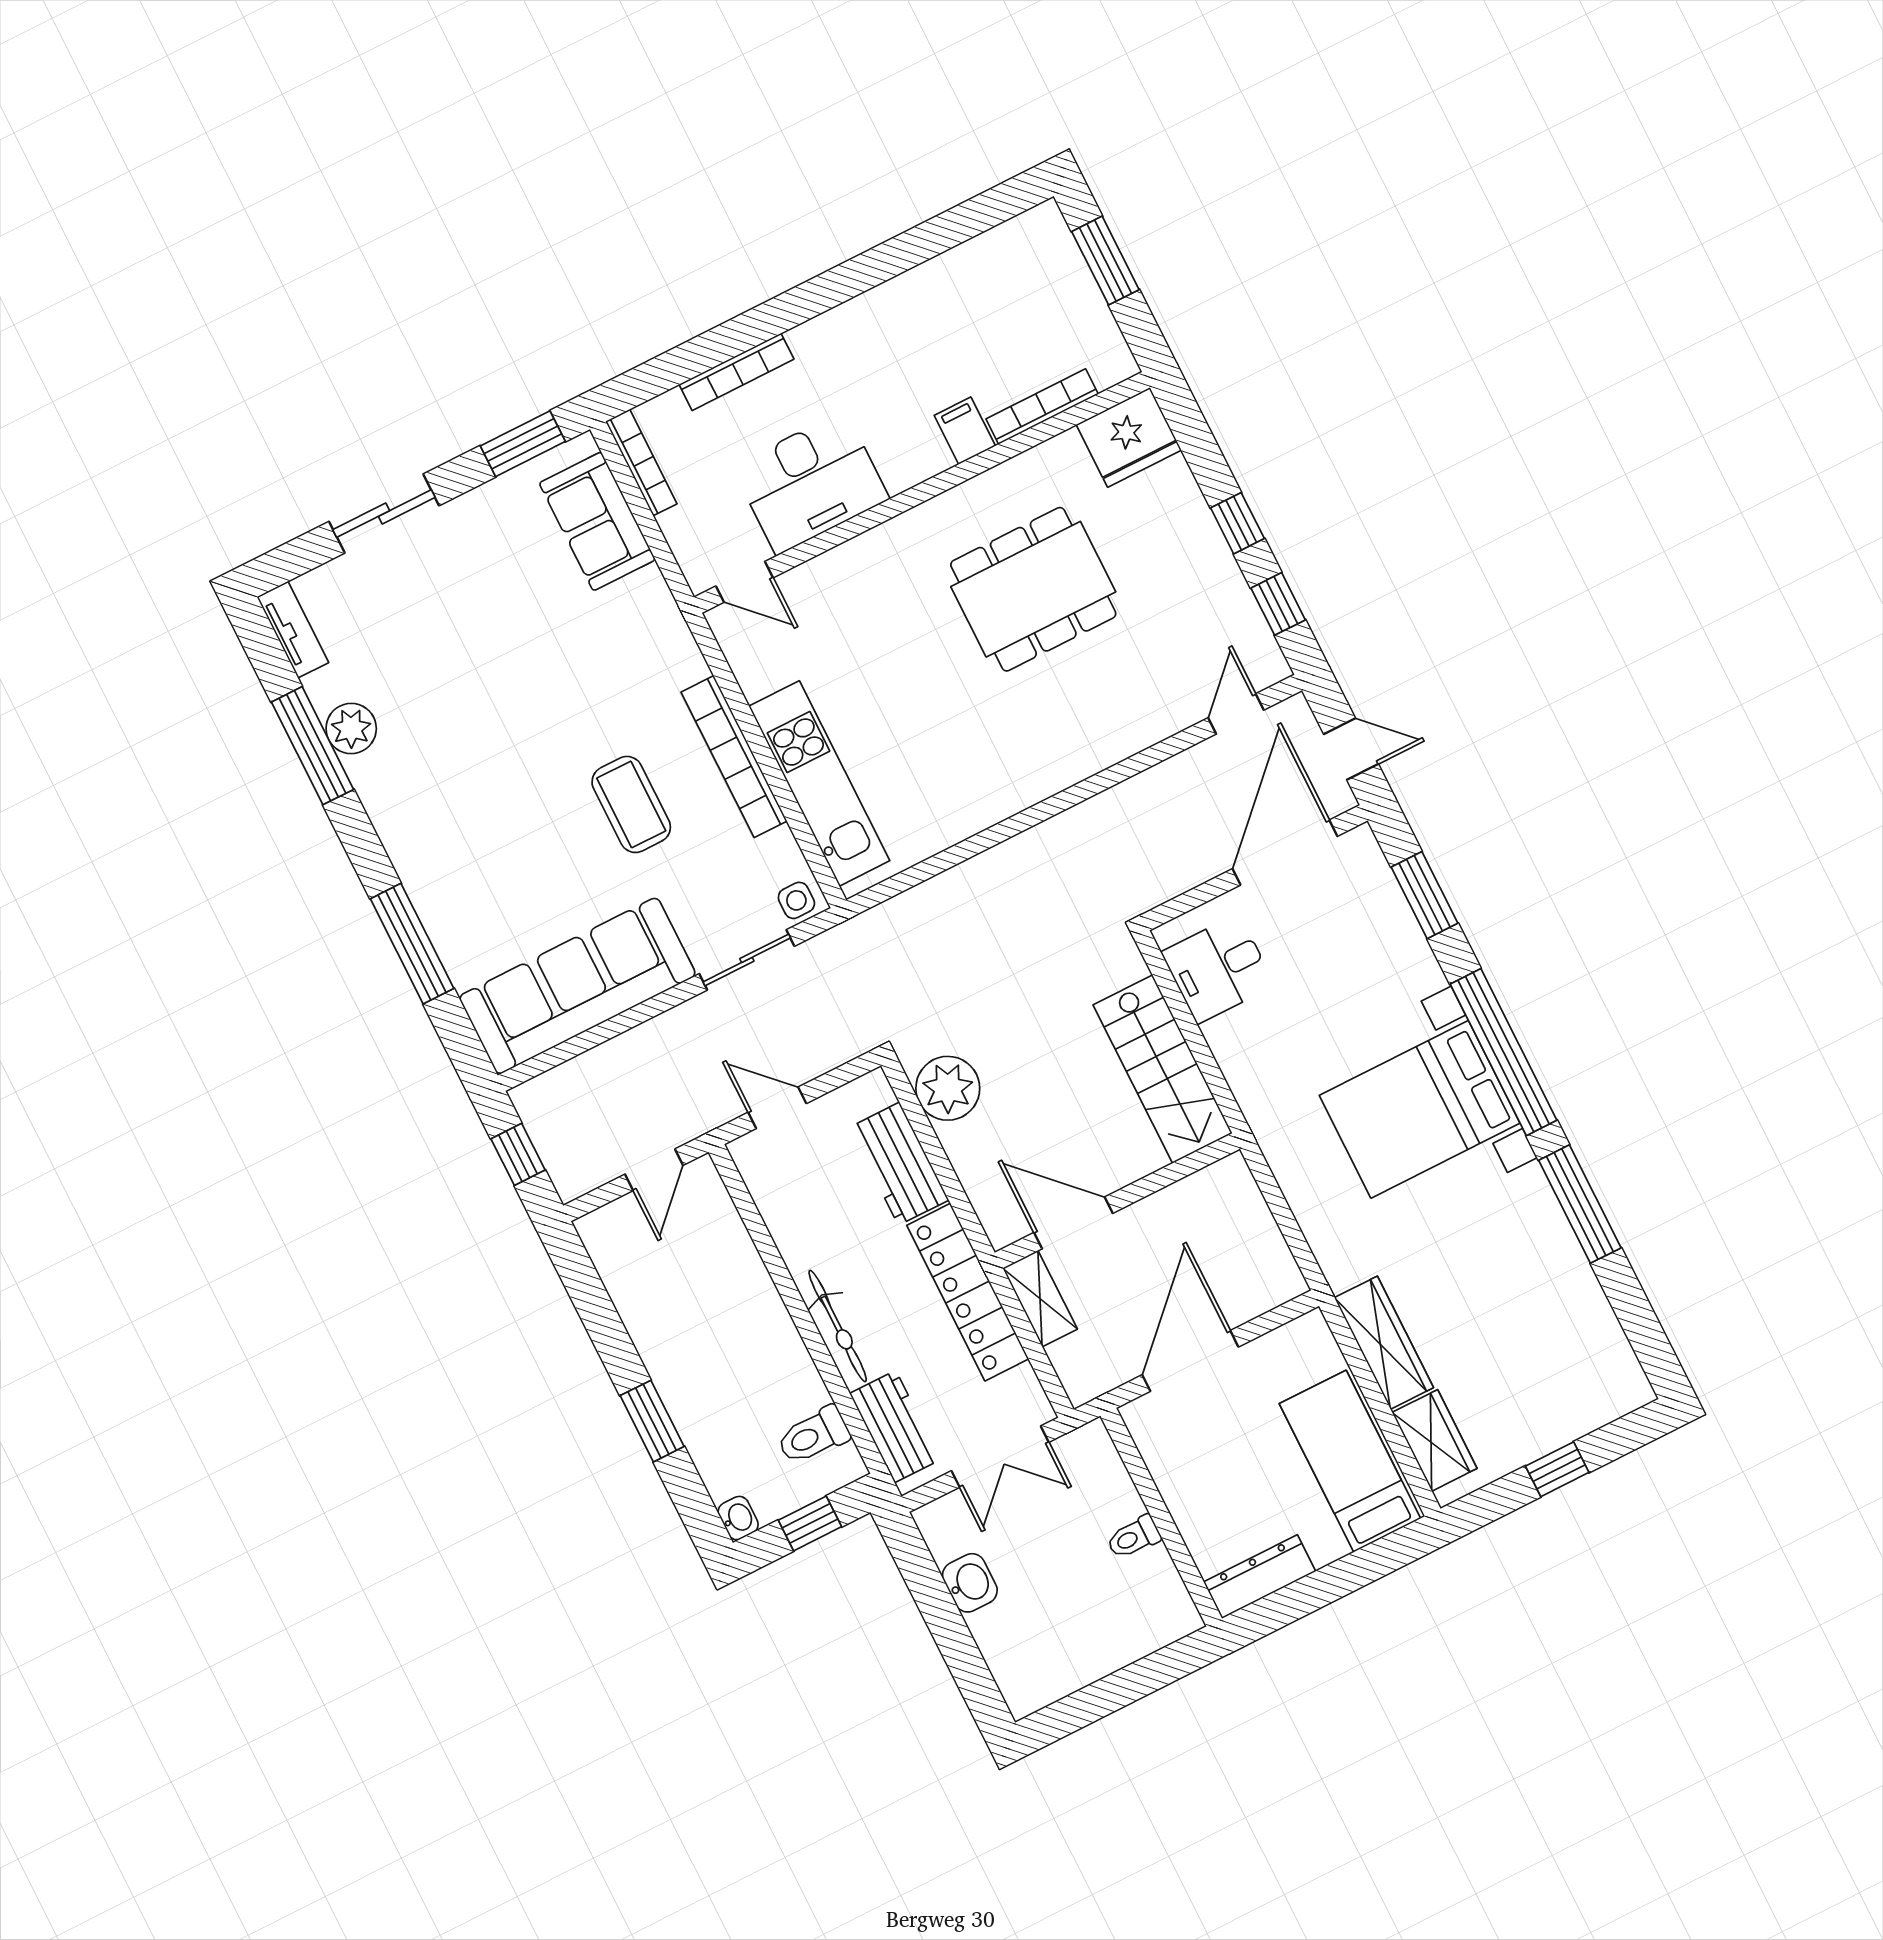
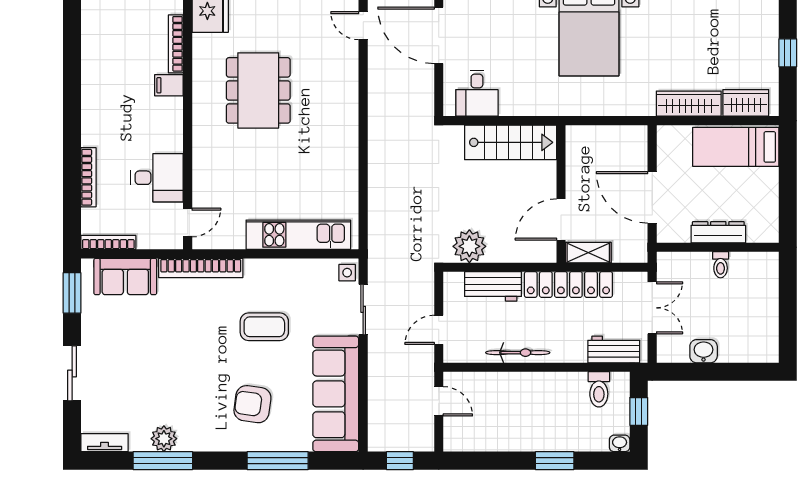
desk: (811, 483) -> (157, 178), width x0.73
bookcase: (734, 757) -> (201, 268), moved
armchair: (488, 851) -> (252, 404), added
bicycle: (838, 1326) -> (518, 353), moved
dresser: (1260, 1577) -> (718, 232), moved, turned 90

